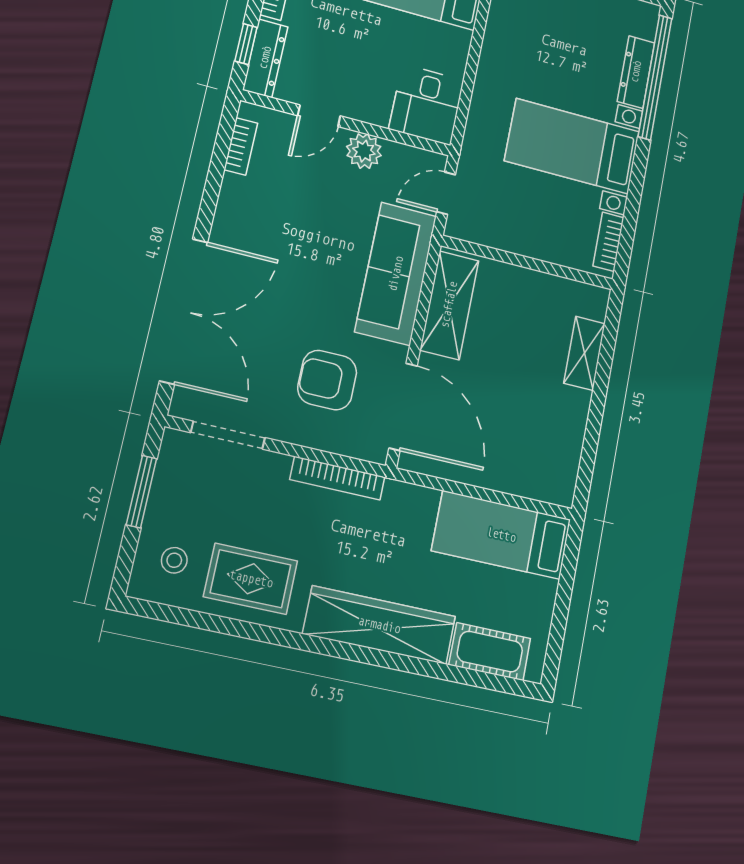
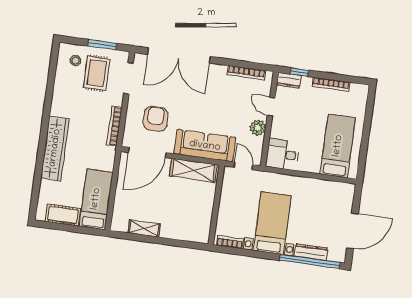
dresser: (265, 58) -> (289, 80), width x0.70
bookcase: (241, 146) -> (246, 73), width x1.56
shelving: (584, 353) -> (144, 228), moved
rug: (251, 579) -> (97, 73), moved
cot: (490, 652) -> (63, 215), moved, turned 90

